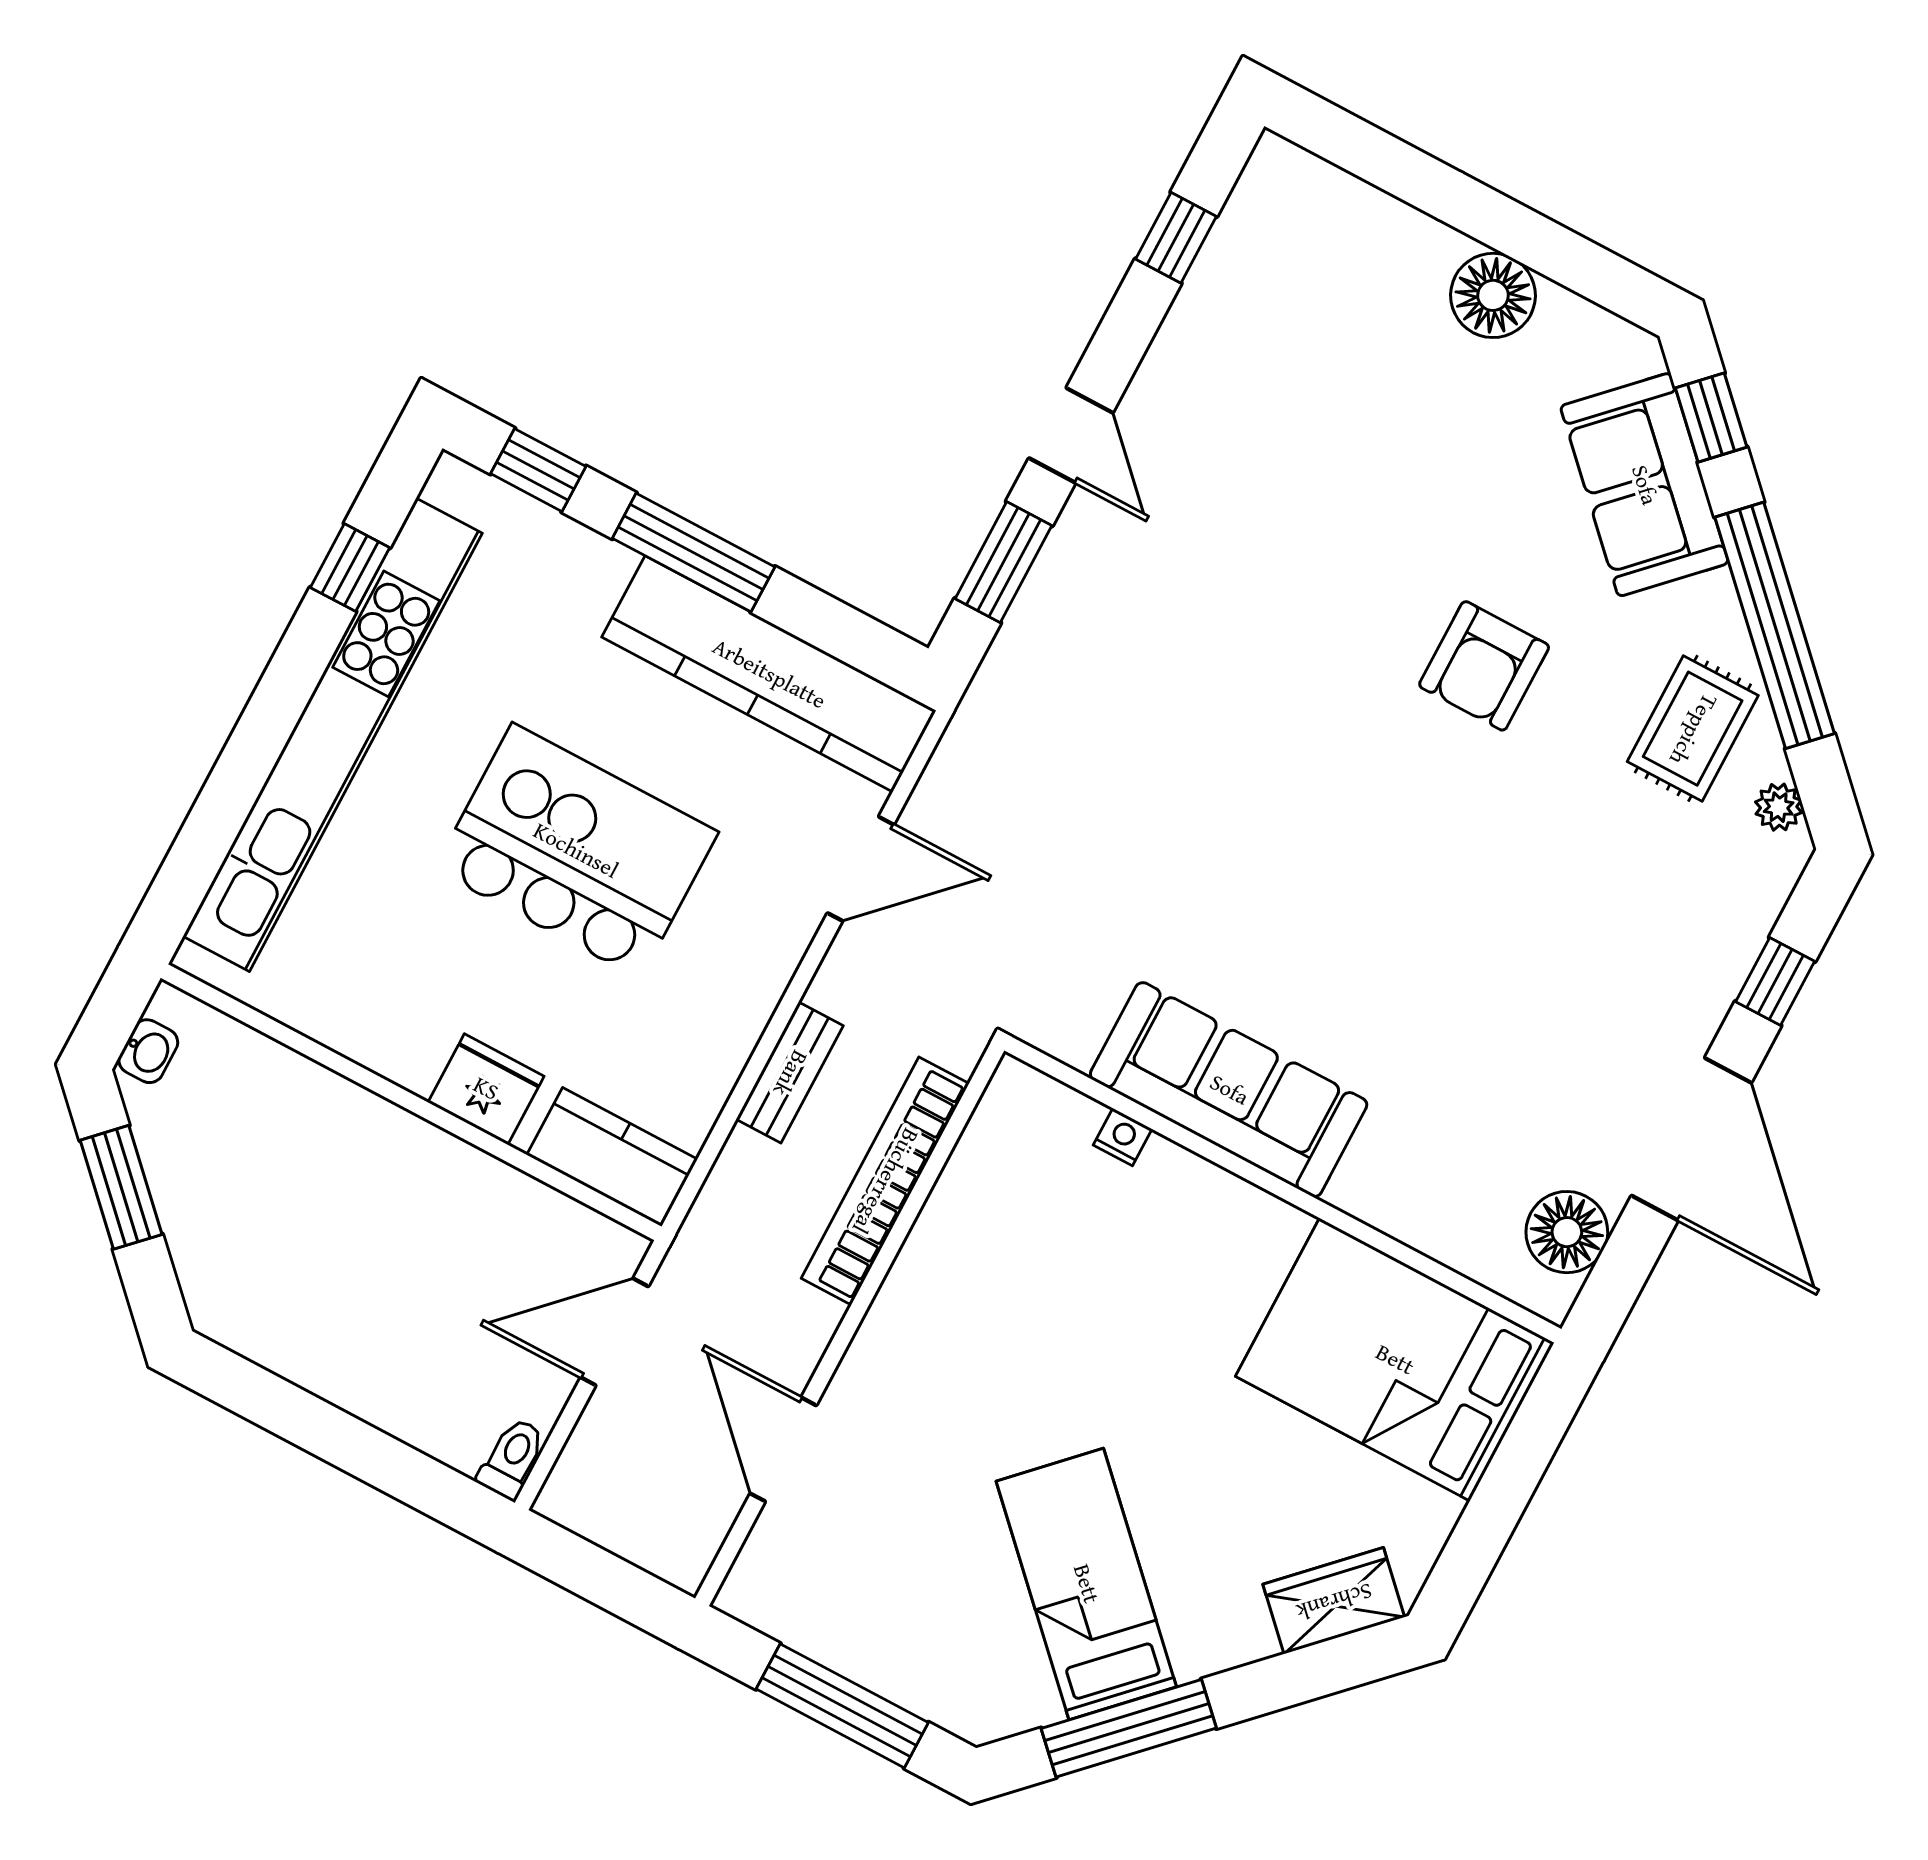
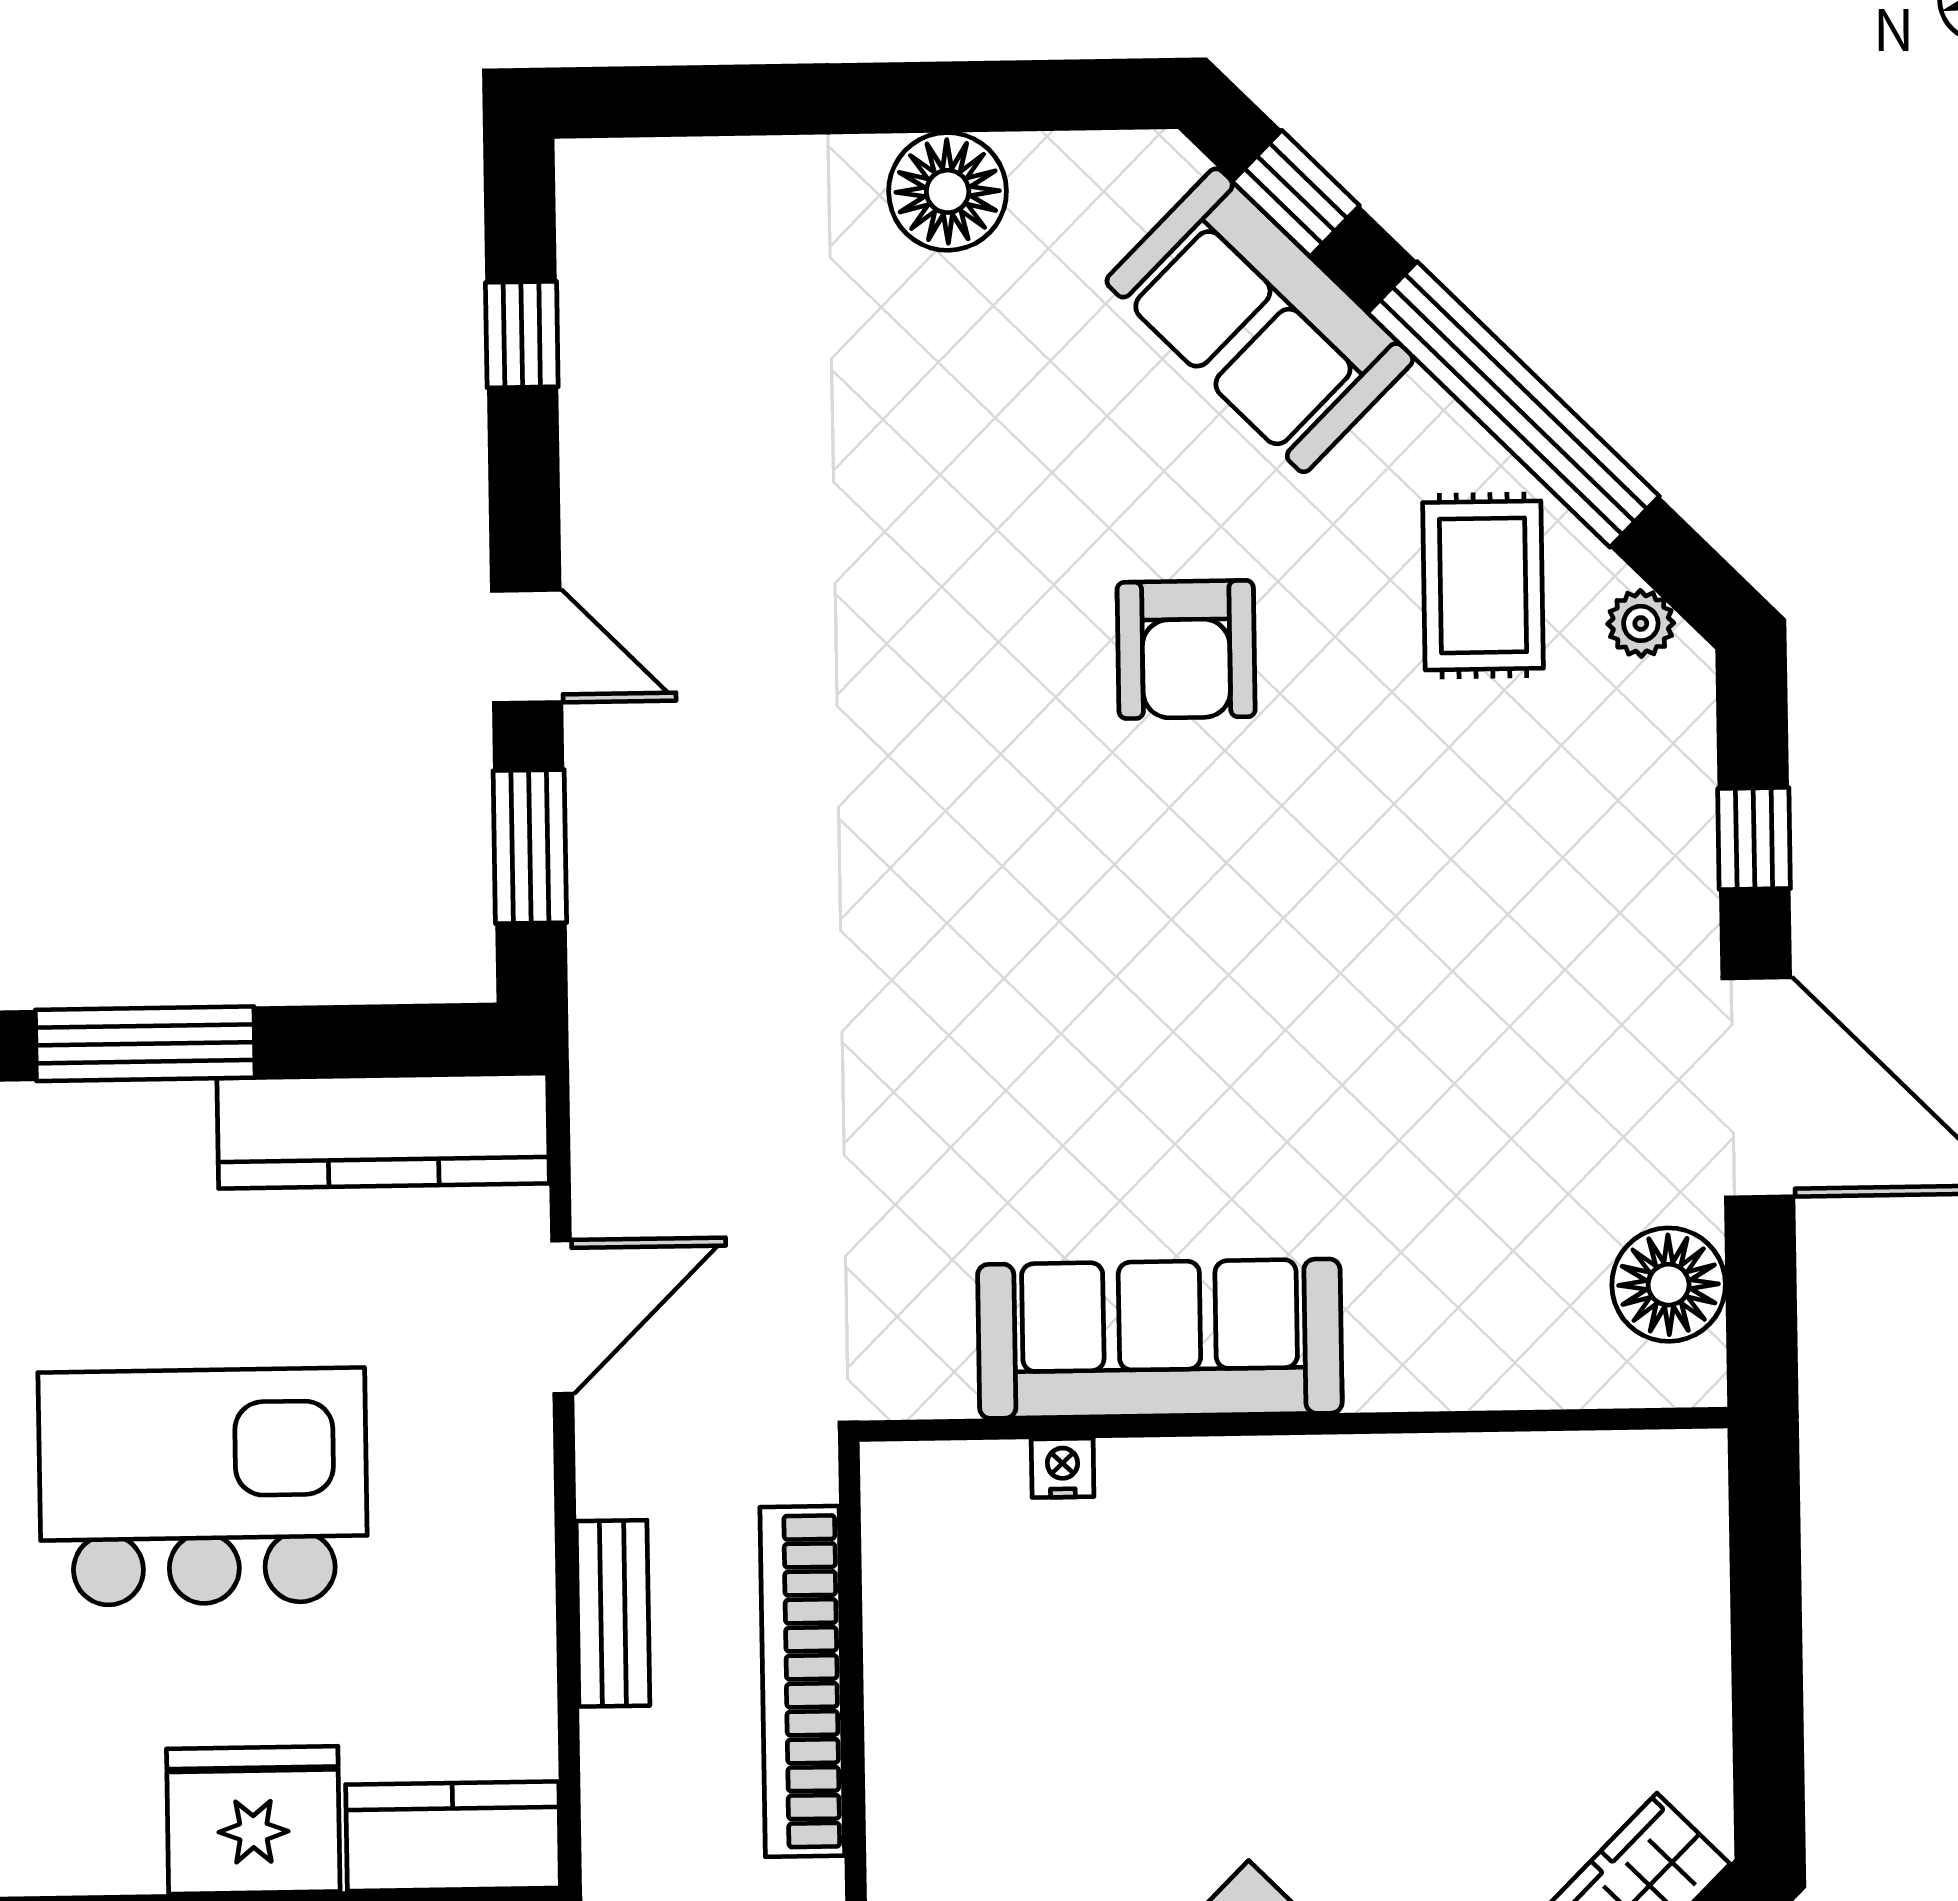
kitchen counter: (769, 674) -> (383, 1131), width x0.72, depth x0.86
fridge: (486, 1089) -> (253, 1820), width x1.36, depth x1.34
bed: (1395, 1360) -> (1545, 1556), removed

